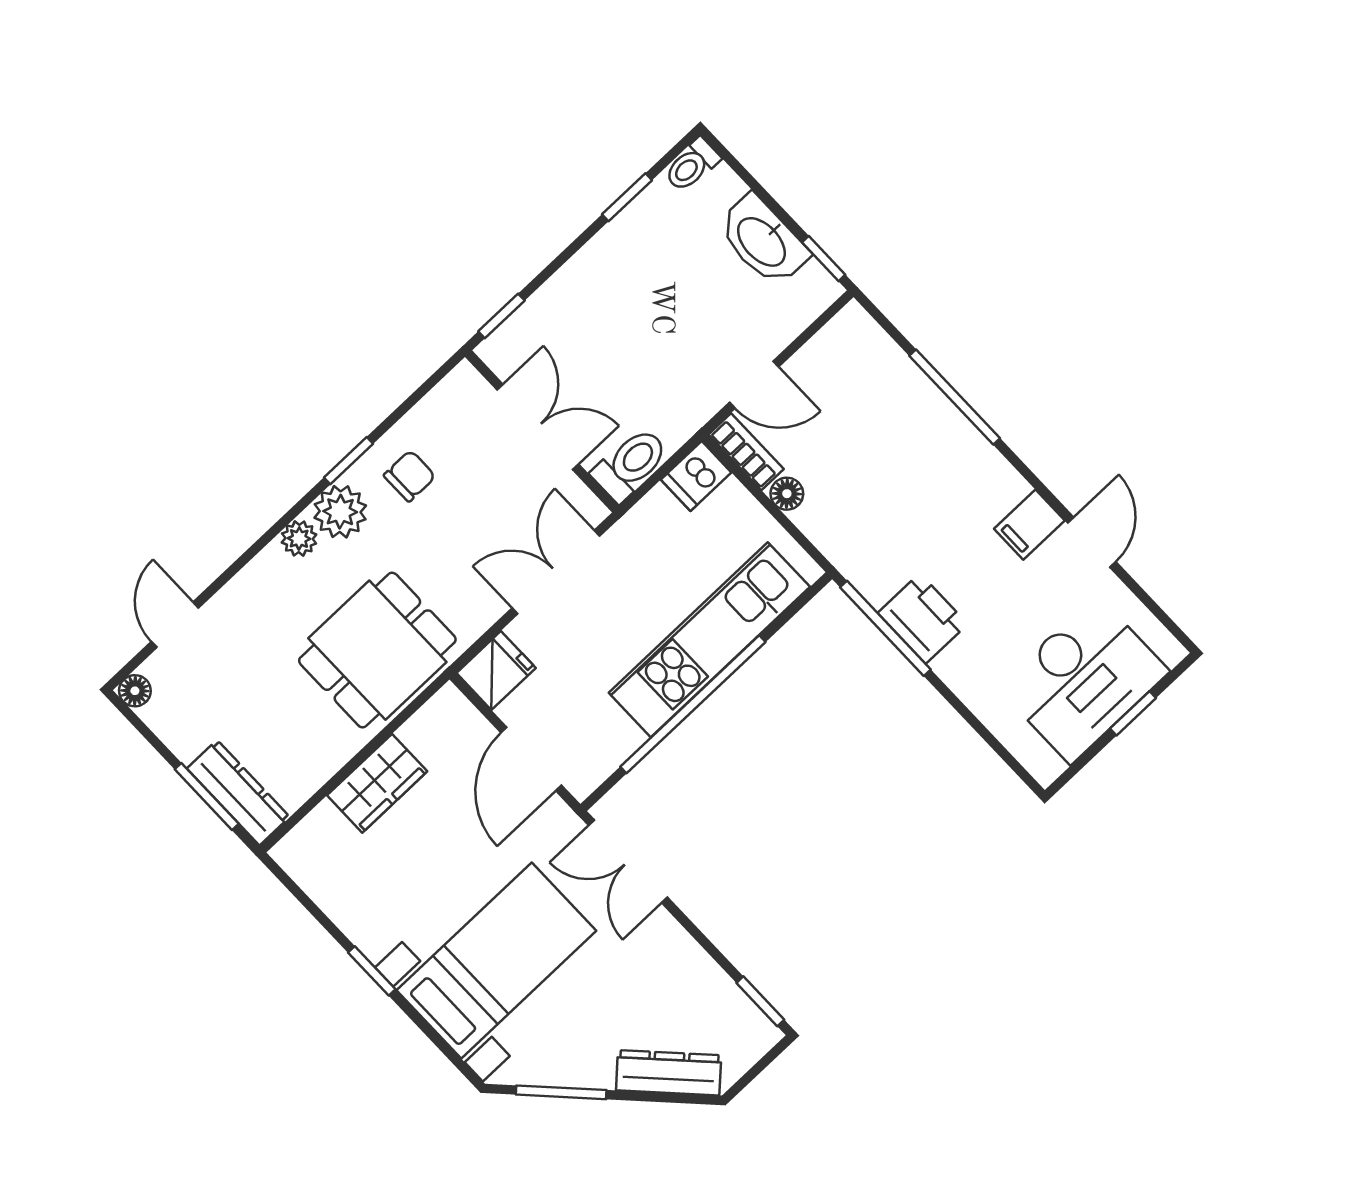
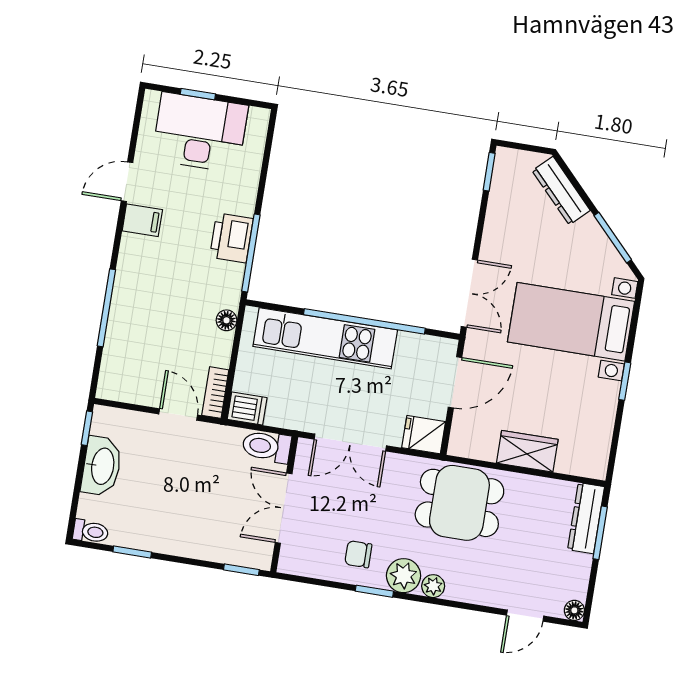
floor lamp: (787, 494) -> (227, 320), moved

